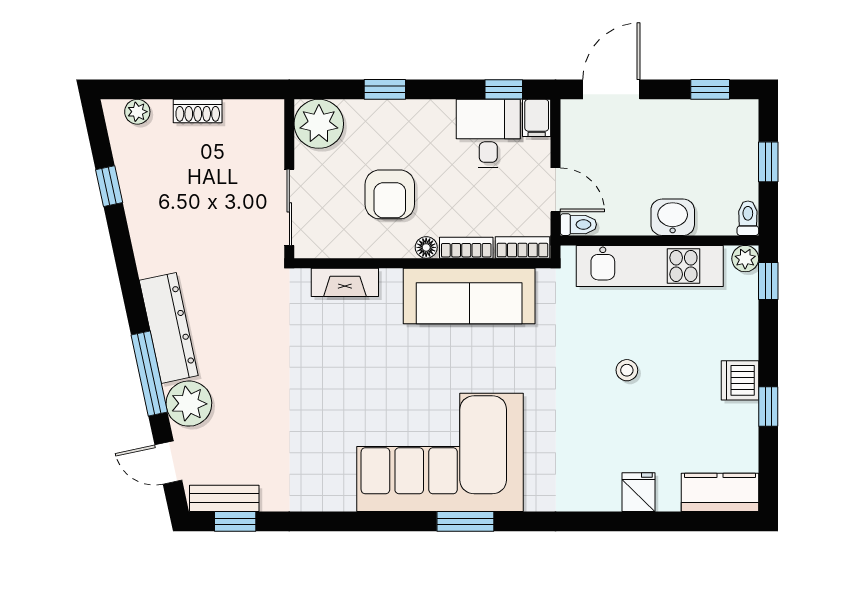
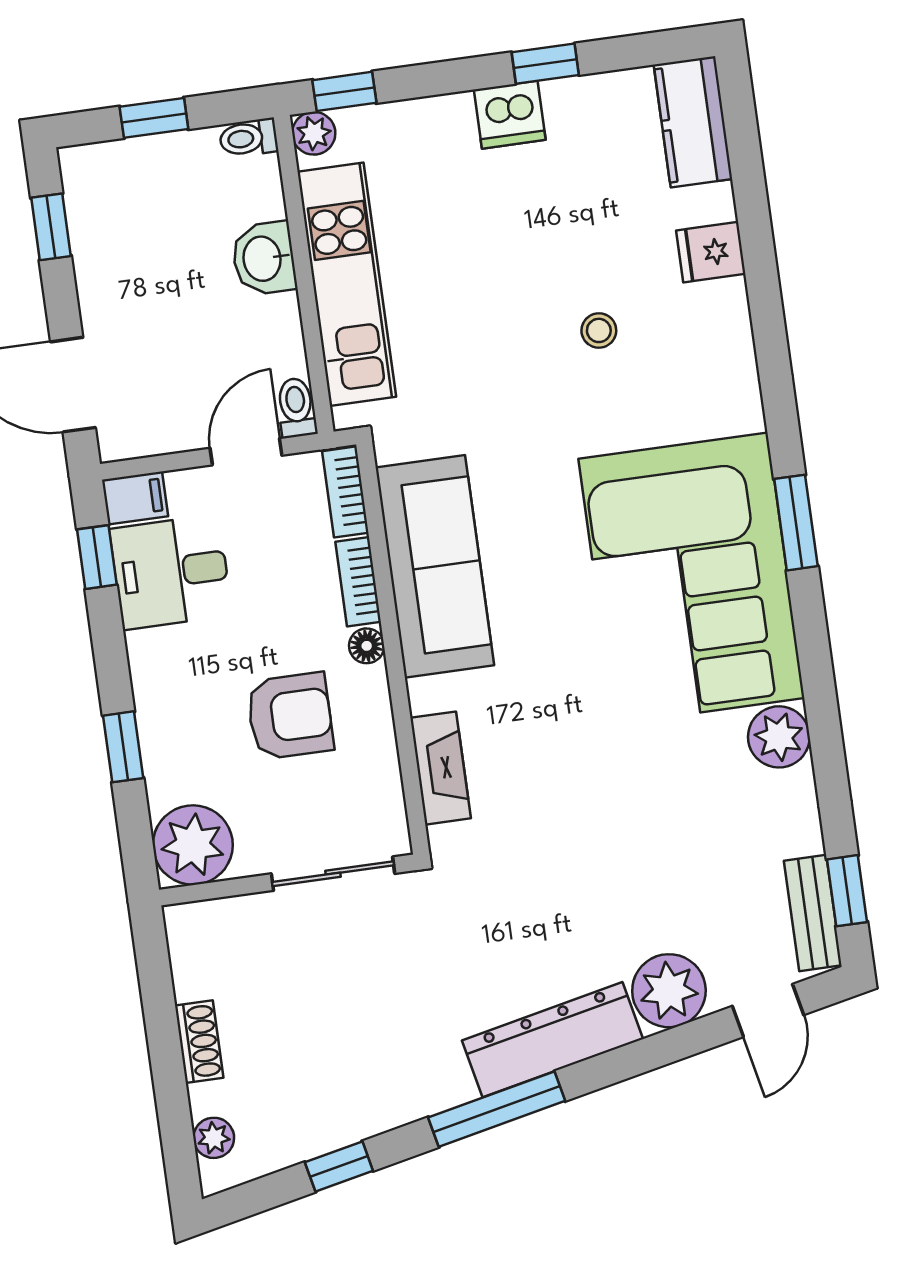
stool: (627, 370) -> (599, 330), moved
window: (149, 374) -> (497, 1109), moved
plant: (335, 493) -> (779, 737), added

